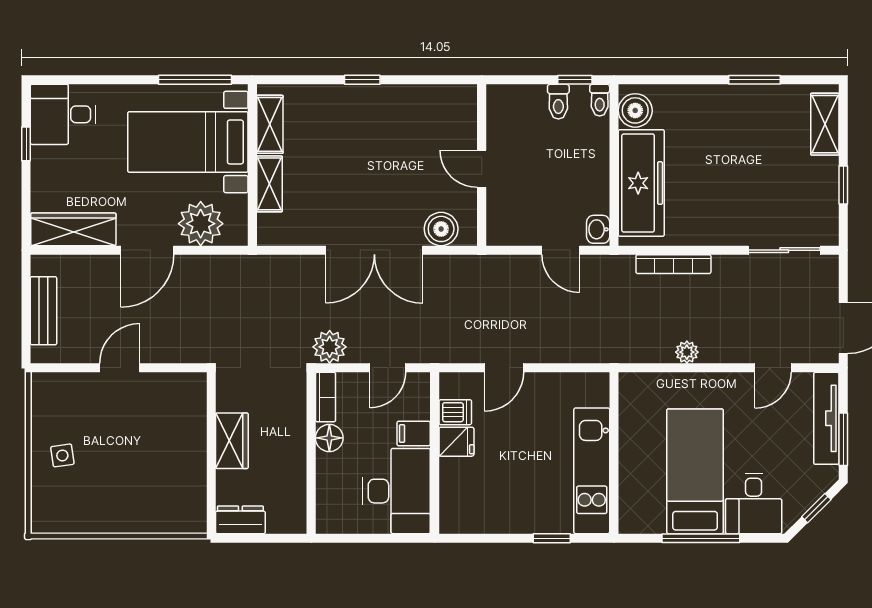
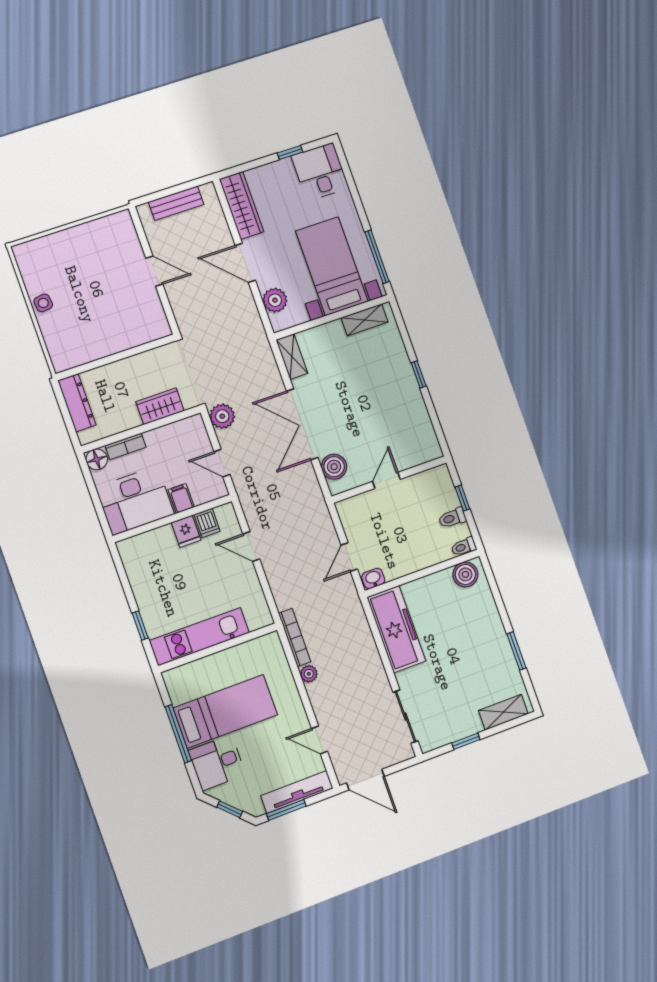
window: (575, 80) -> (462, 498), moved
freezer: (641, 183) -> (396, 629), moved, turned -90
shelving: (269, 184) -> (292, 357), moved, turned 90
plant: (201, 224) -> (275, 300), width x0.73, depth x0.73
bookcase: (673, 264) -> (295, 638), moved, turned 180
bookcase: (326, 397) -> (126, 446), moved
floor lamp: (329, 438) -> (97, 459), moved
wardrobe: (232, 441) -> (160, 406), moved, turned 180
side table: (62, 455) -> (43, 303), moved
dresser: (240, 520) -> (77, 403), width x1.44

